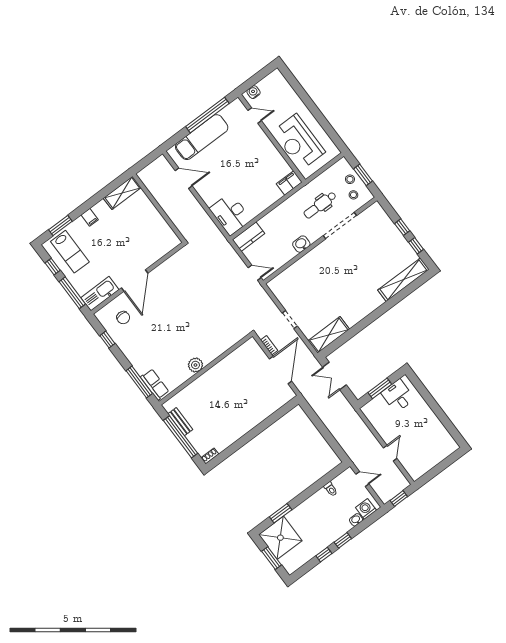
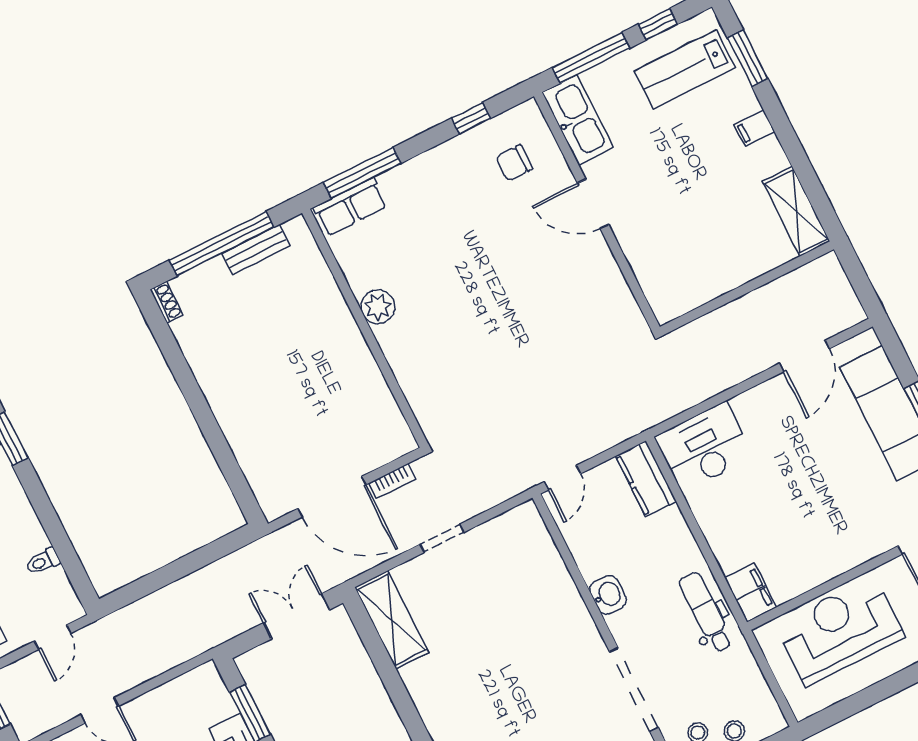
dental chair: (320, 205) -> (706, 612), moved
door: (135, 281) -> (593, 204), width x0.73

